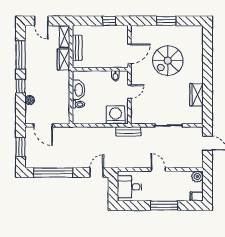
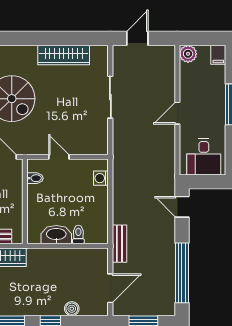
wardrobe: (196, 95) -> (64, 55), width x1.50
washing machine: (115, 115) -> (101, 178), width x0.53, depth x0.53
bench: (128, 131) -> (119, 244), moved

